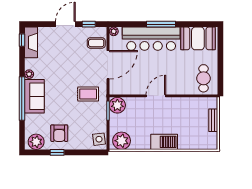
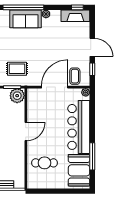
window: (161, 24) -> (92, 156), moved
door: (108, 65) -> (55, 87), swing flipped
cafe table: (204, 78) -> (45, 163), moved
rug: (88, 94) -> (17, 69), moved, turned 90
door: (156, 96) -> (26, 131), hinge flipped

